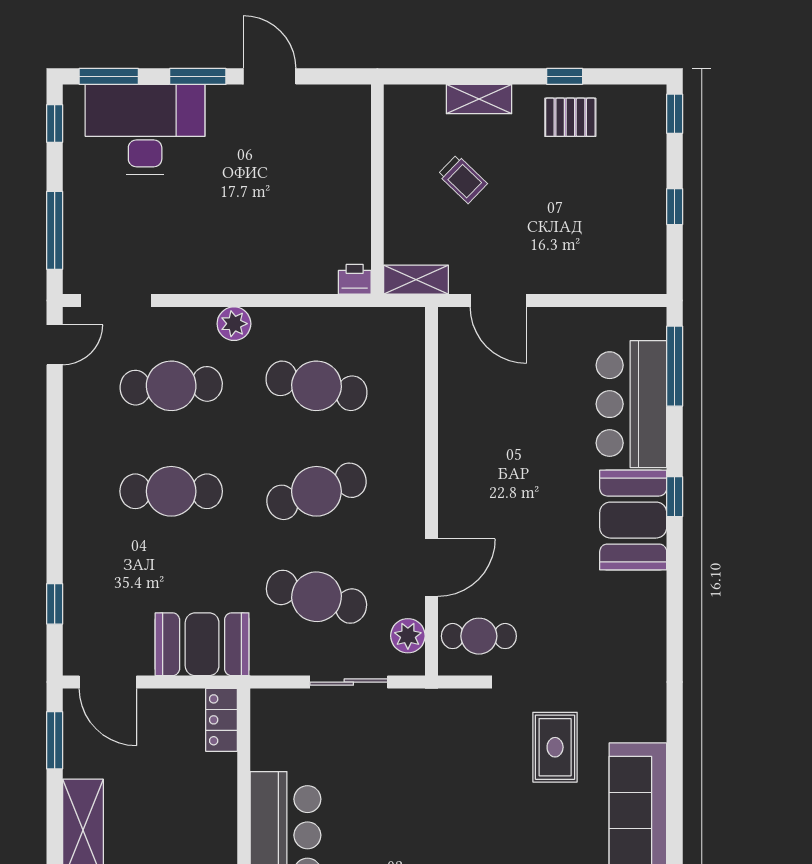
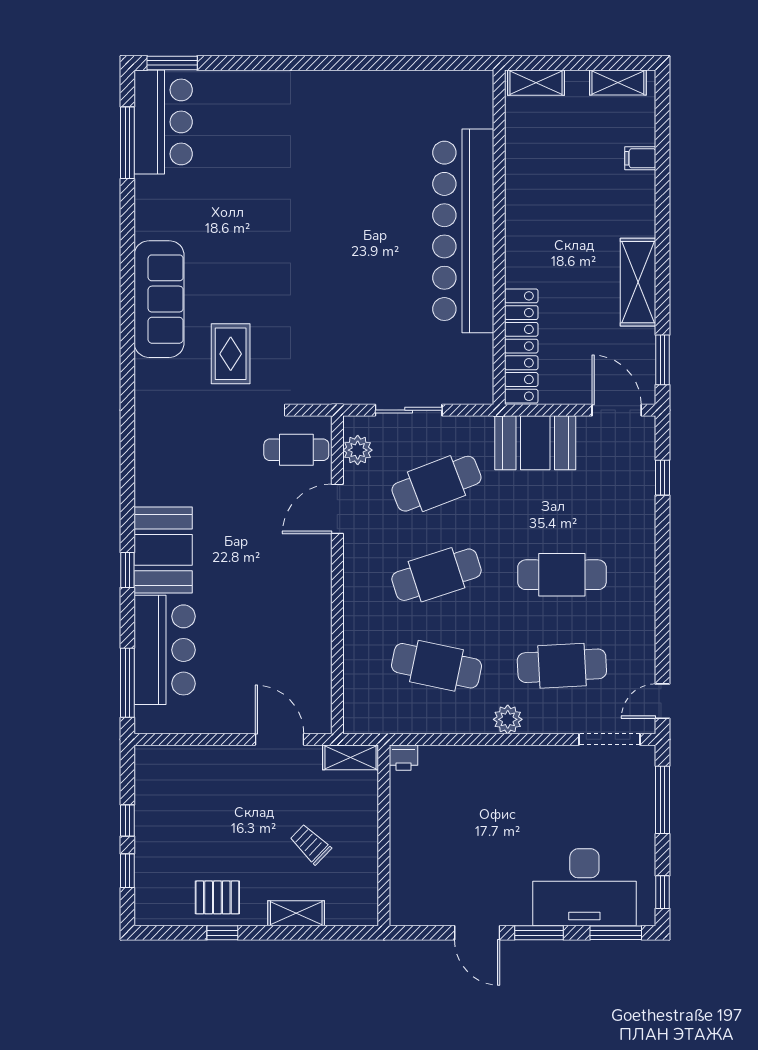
window: (675, 114) -> (127, 871), moved
cafe table: (316, 597) -> (437, 484), turned -36
locker: (222, 720) -> (521, 346), width x2.16, depth x1.21

